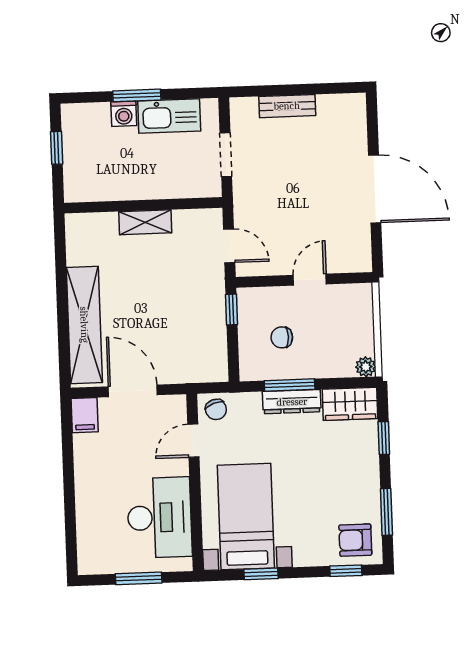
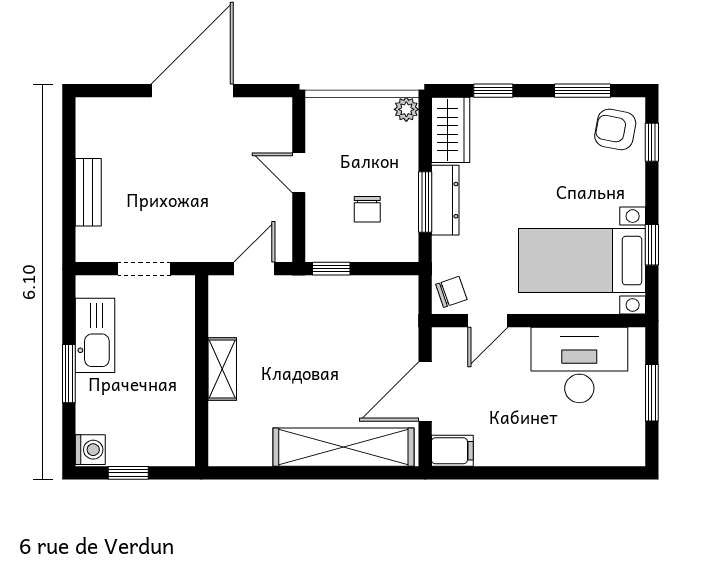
washing machine: (124, 114) -> (90, 450), moved
door: (193, 441) -> (488, 321), hinge flipped
armchair: (355, 540) -> (615, 129), turned 101

